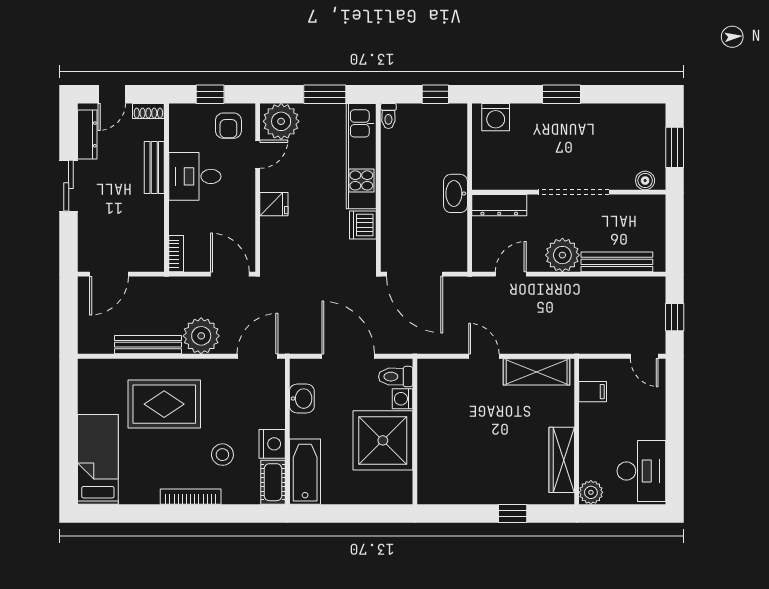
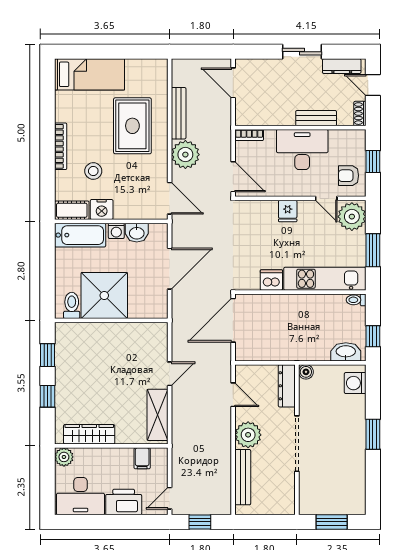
desk: (195, 176) -> (302, 150), width x1.37
boiler: (645, 181) -> (306, 372), moved
washbasin: (456, 193) -> (346, 352), moved
door: (230, 274) -> (233, 177), hinge flipped
toilet: (396, 377) -> (72, 305), moved
washing machine: (403, 399) -> (116, 231), moved, turned 180
printer: (649, 415) -> (124, 502), added
window: (460, 513) -> (48, 355), added

